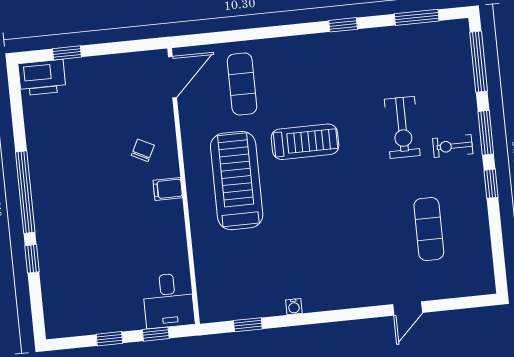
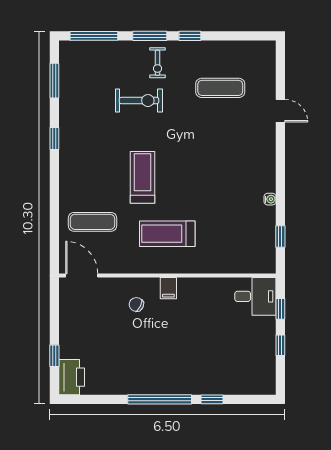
treadmill: (237, 181) -> (167, 234), width x0.73, depth x0.73

